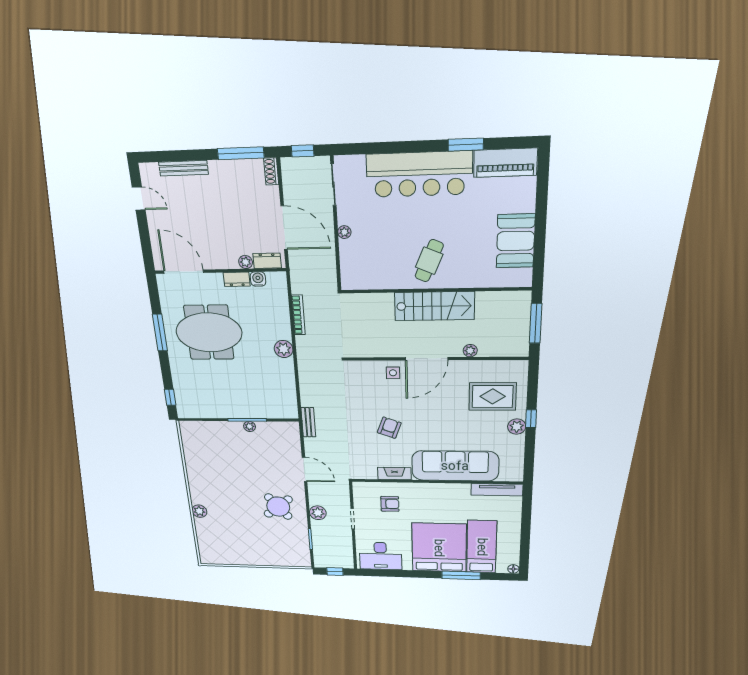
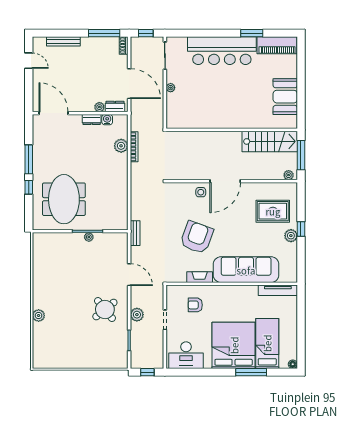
cafe table: (429, 261) -> (228, 109), removed
stairs: (434, 306) -> (270, 141), moved
meeting table: (209, 332) -> (64, 199), moved, turned 90
plant: (284, 349) -> (121, 146), moved
plant: (470, 351) -> (289, 175), moved
window: (170, 397) -> (29, 187), moved
armchair: (389, 428) -> (197, 237), width x1.88, depth x1.88
armchair: (390, 504) -> (195, 305), turned 180

